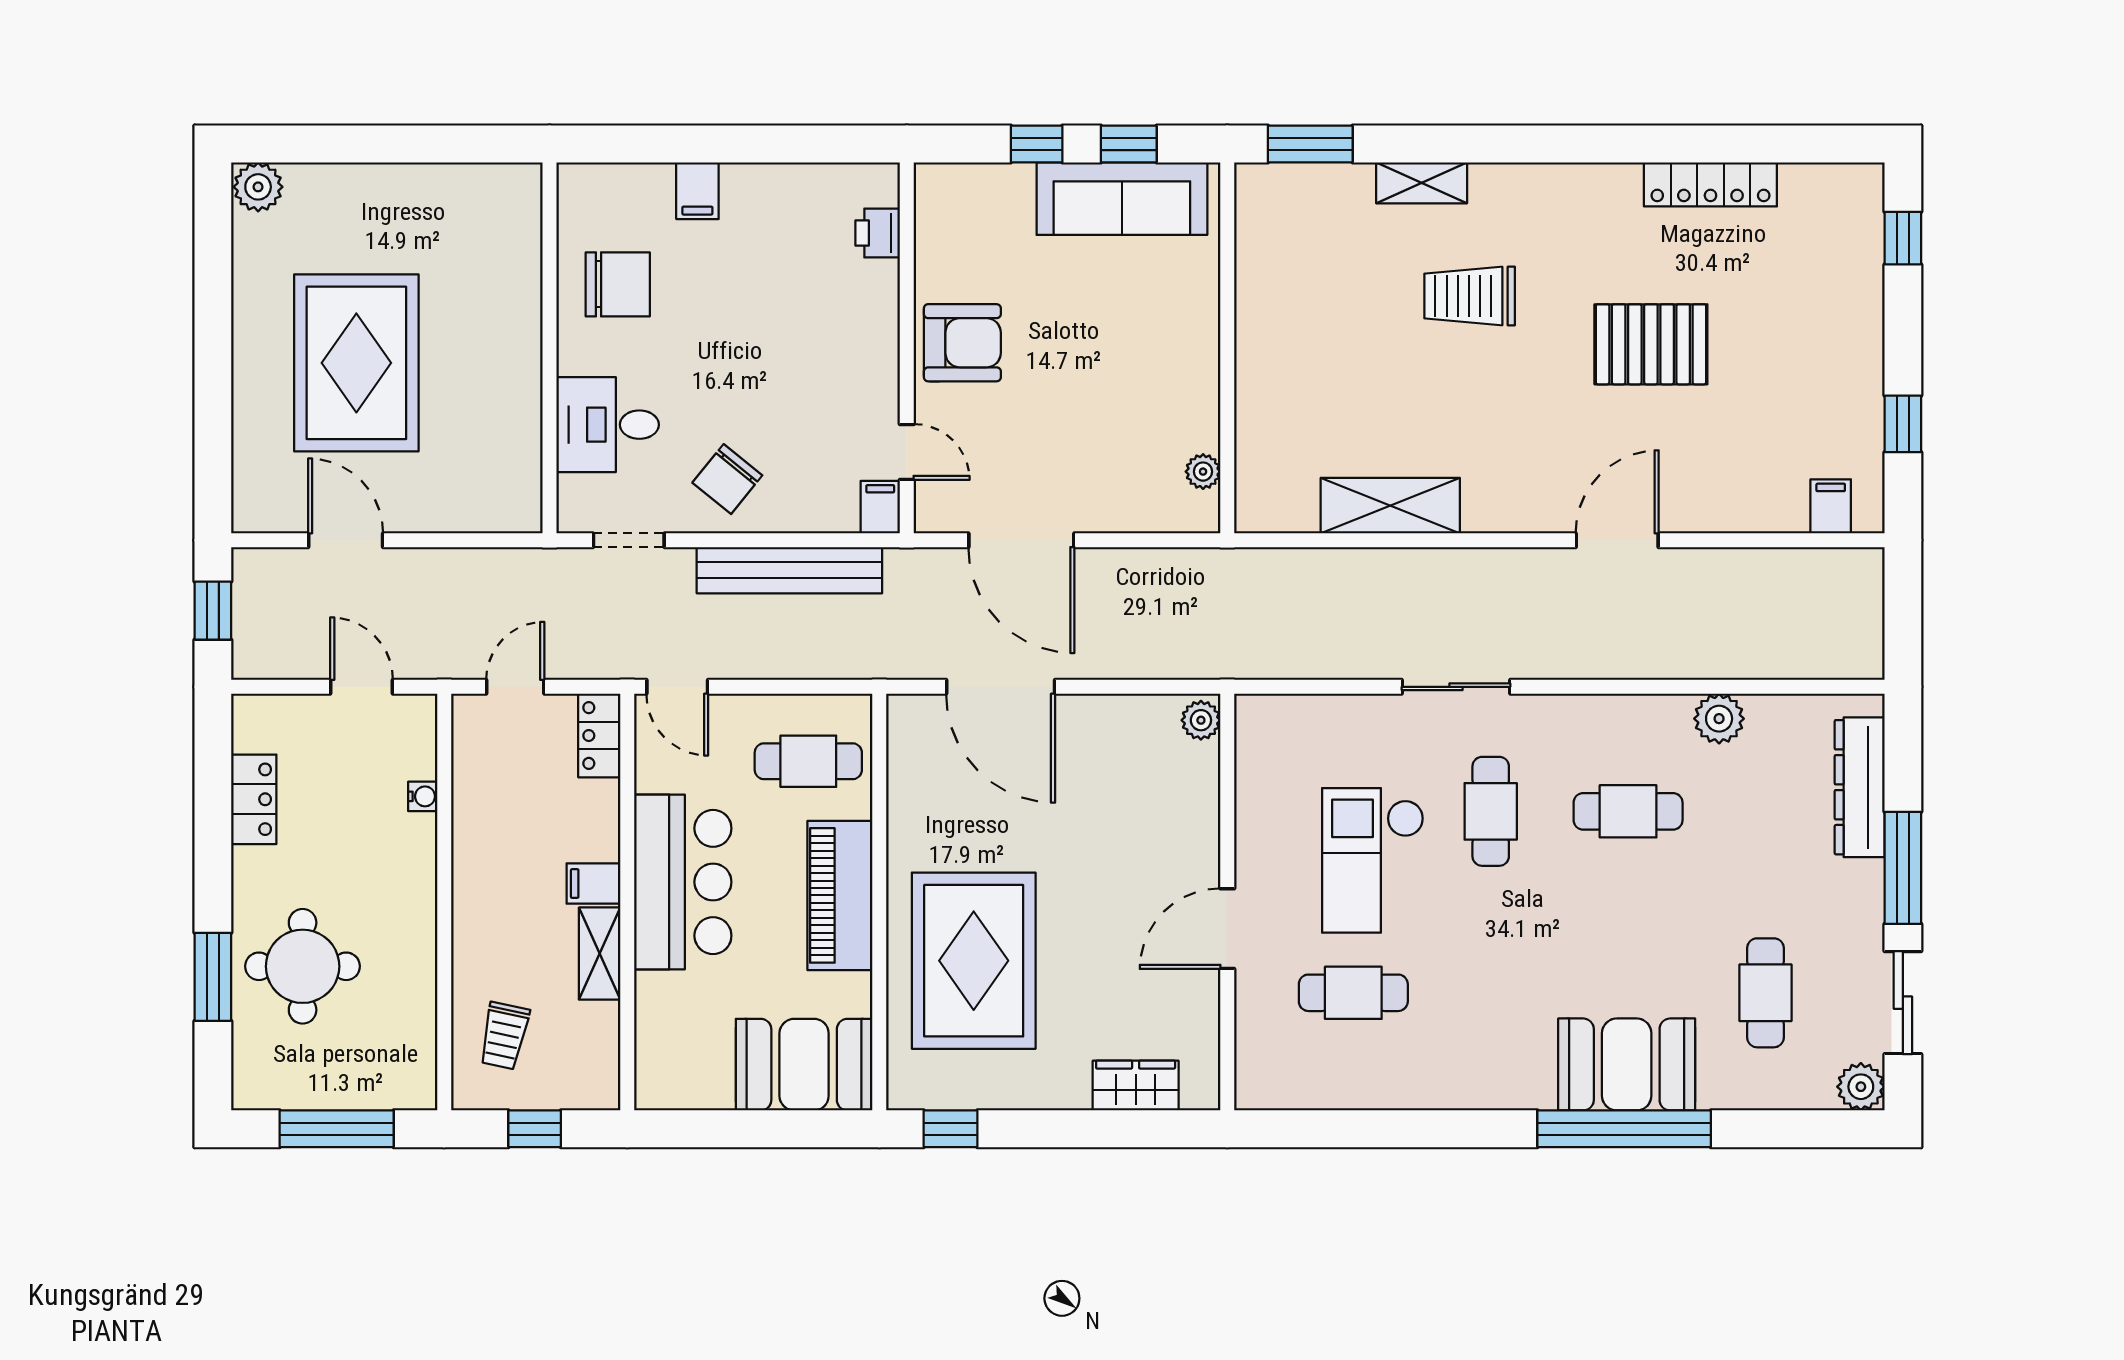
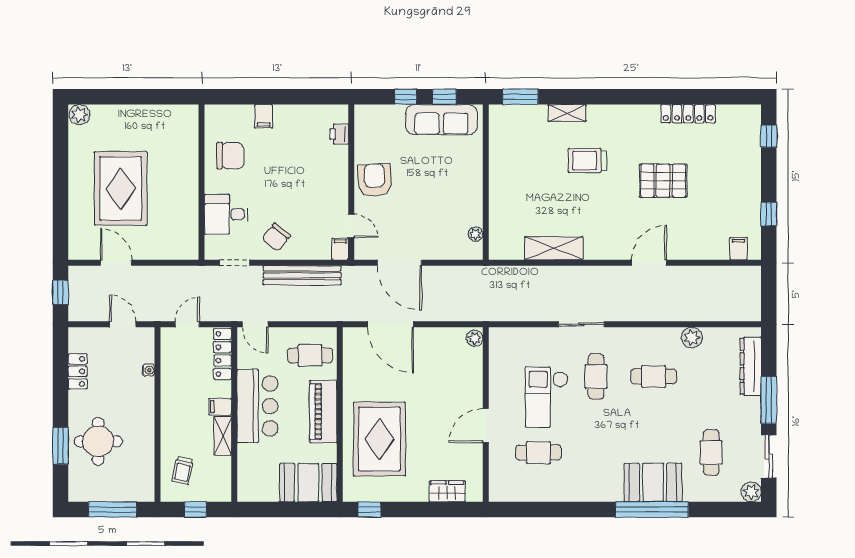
armchair: (962, 343) -> (375, 180), turned -93
locker: (599, 736) -> (223, 354), width x1.53

